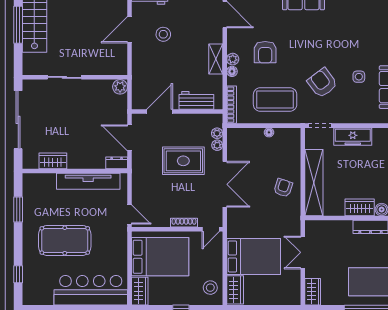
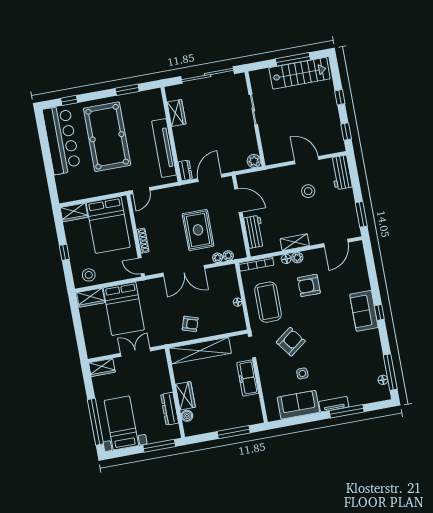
pool table: (65, 240) -> (107, 137), width x1.36, depth x1.32
bar counter: (91, 290) -> (61, 140), moved

